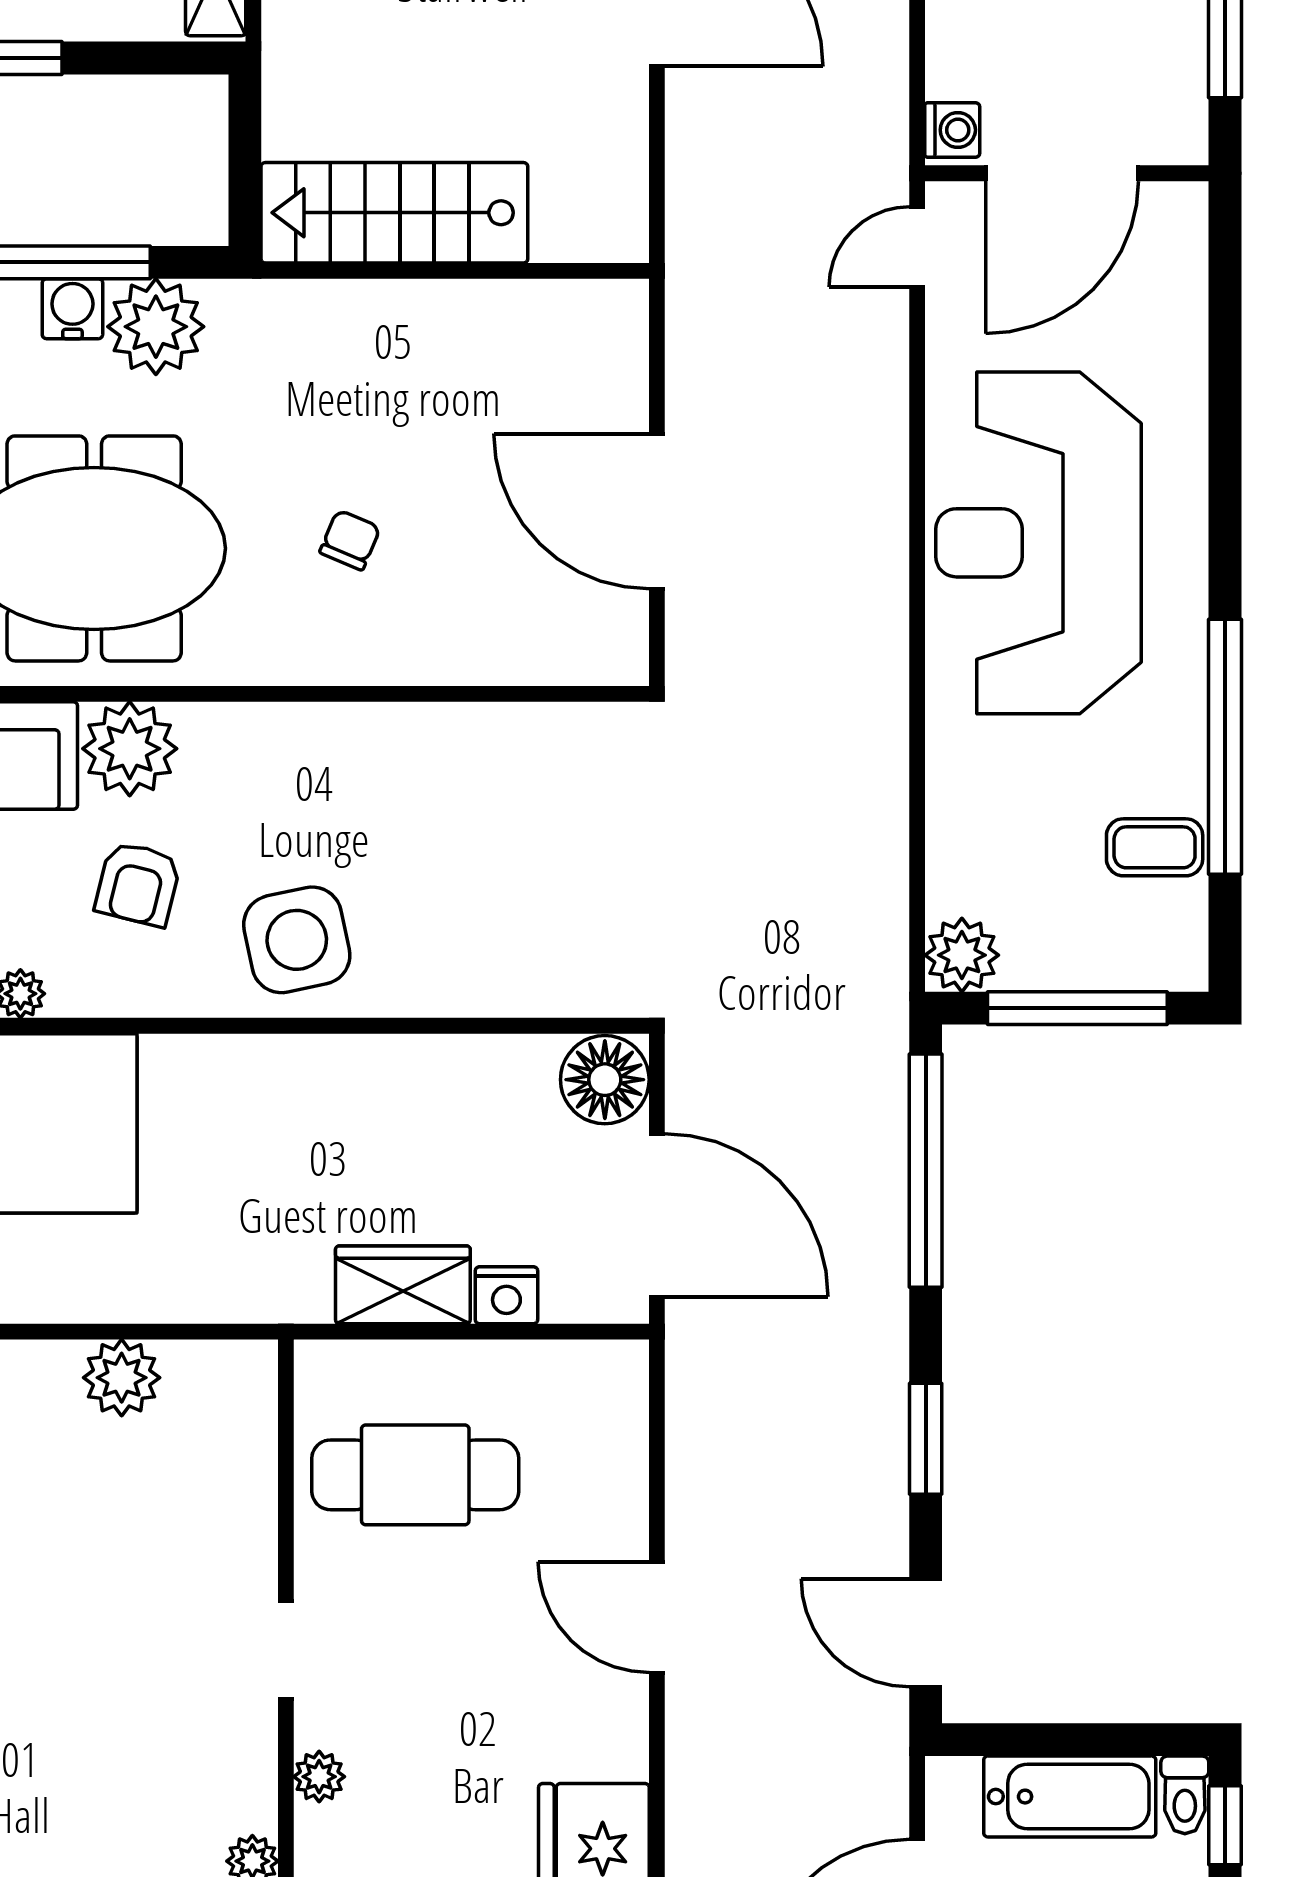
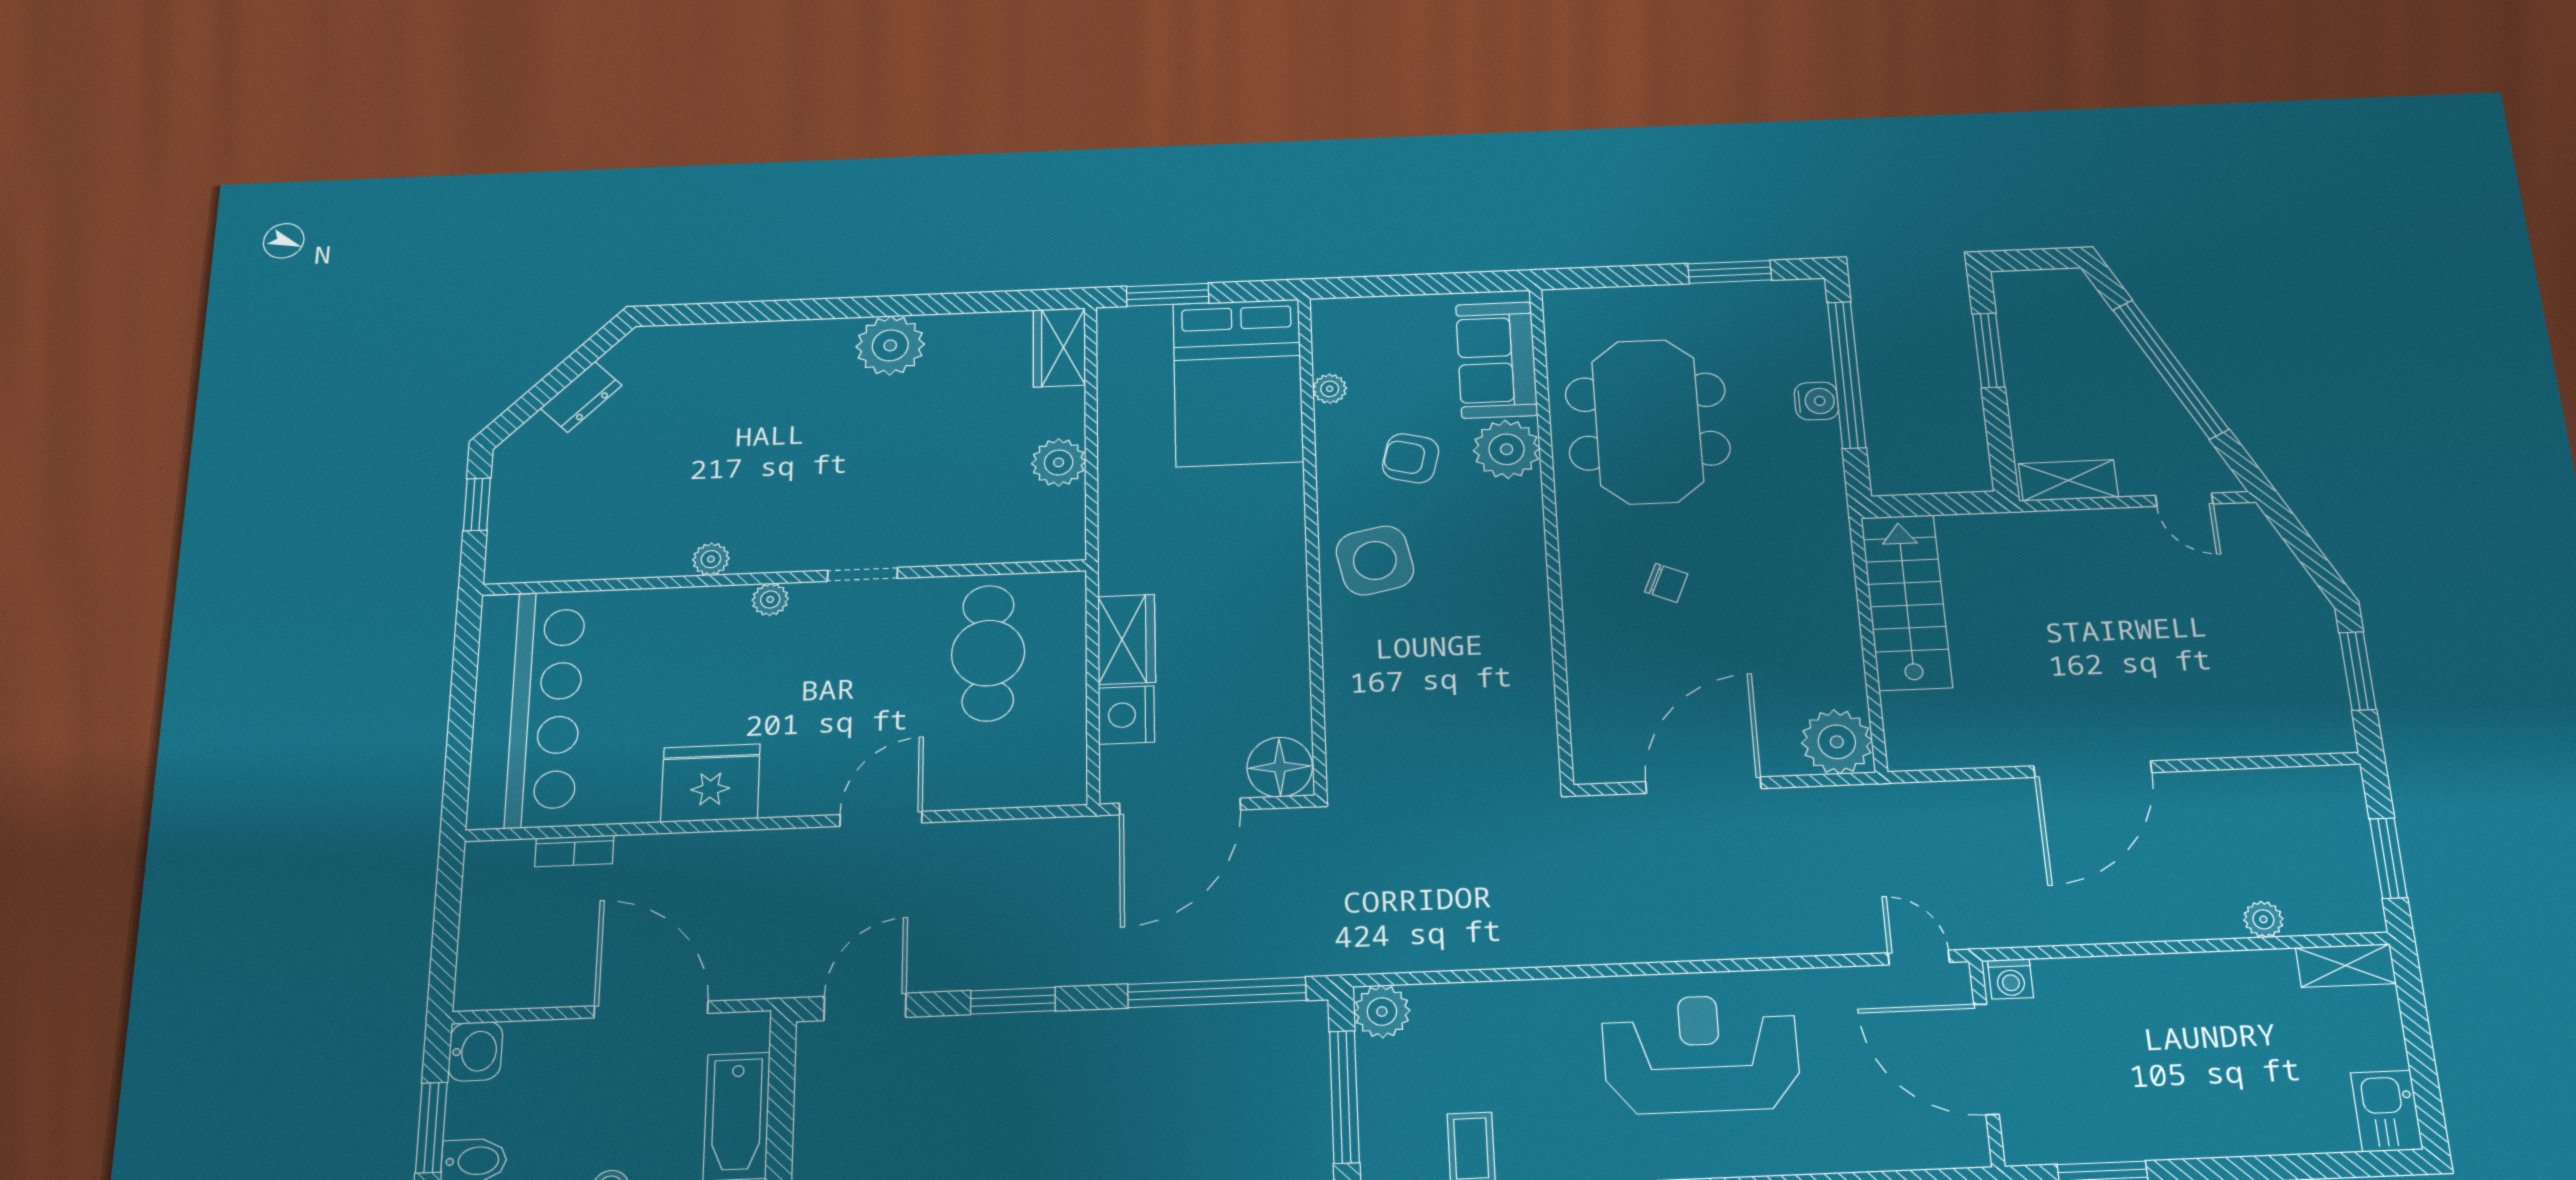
plant: (156, 327) -> (1837, 742), moved
reception desk: (1039, 543) -> (1701, 1054), width x0.74, depth x0.77
nightstand: (506, 1295) -> (1126, 715), width x1.36, depth x1.33

